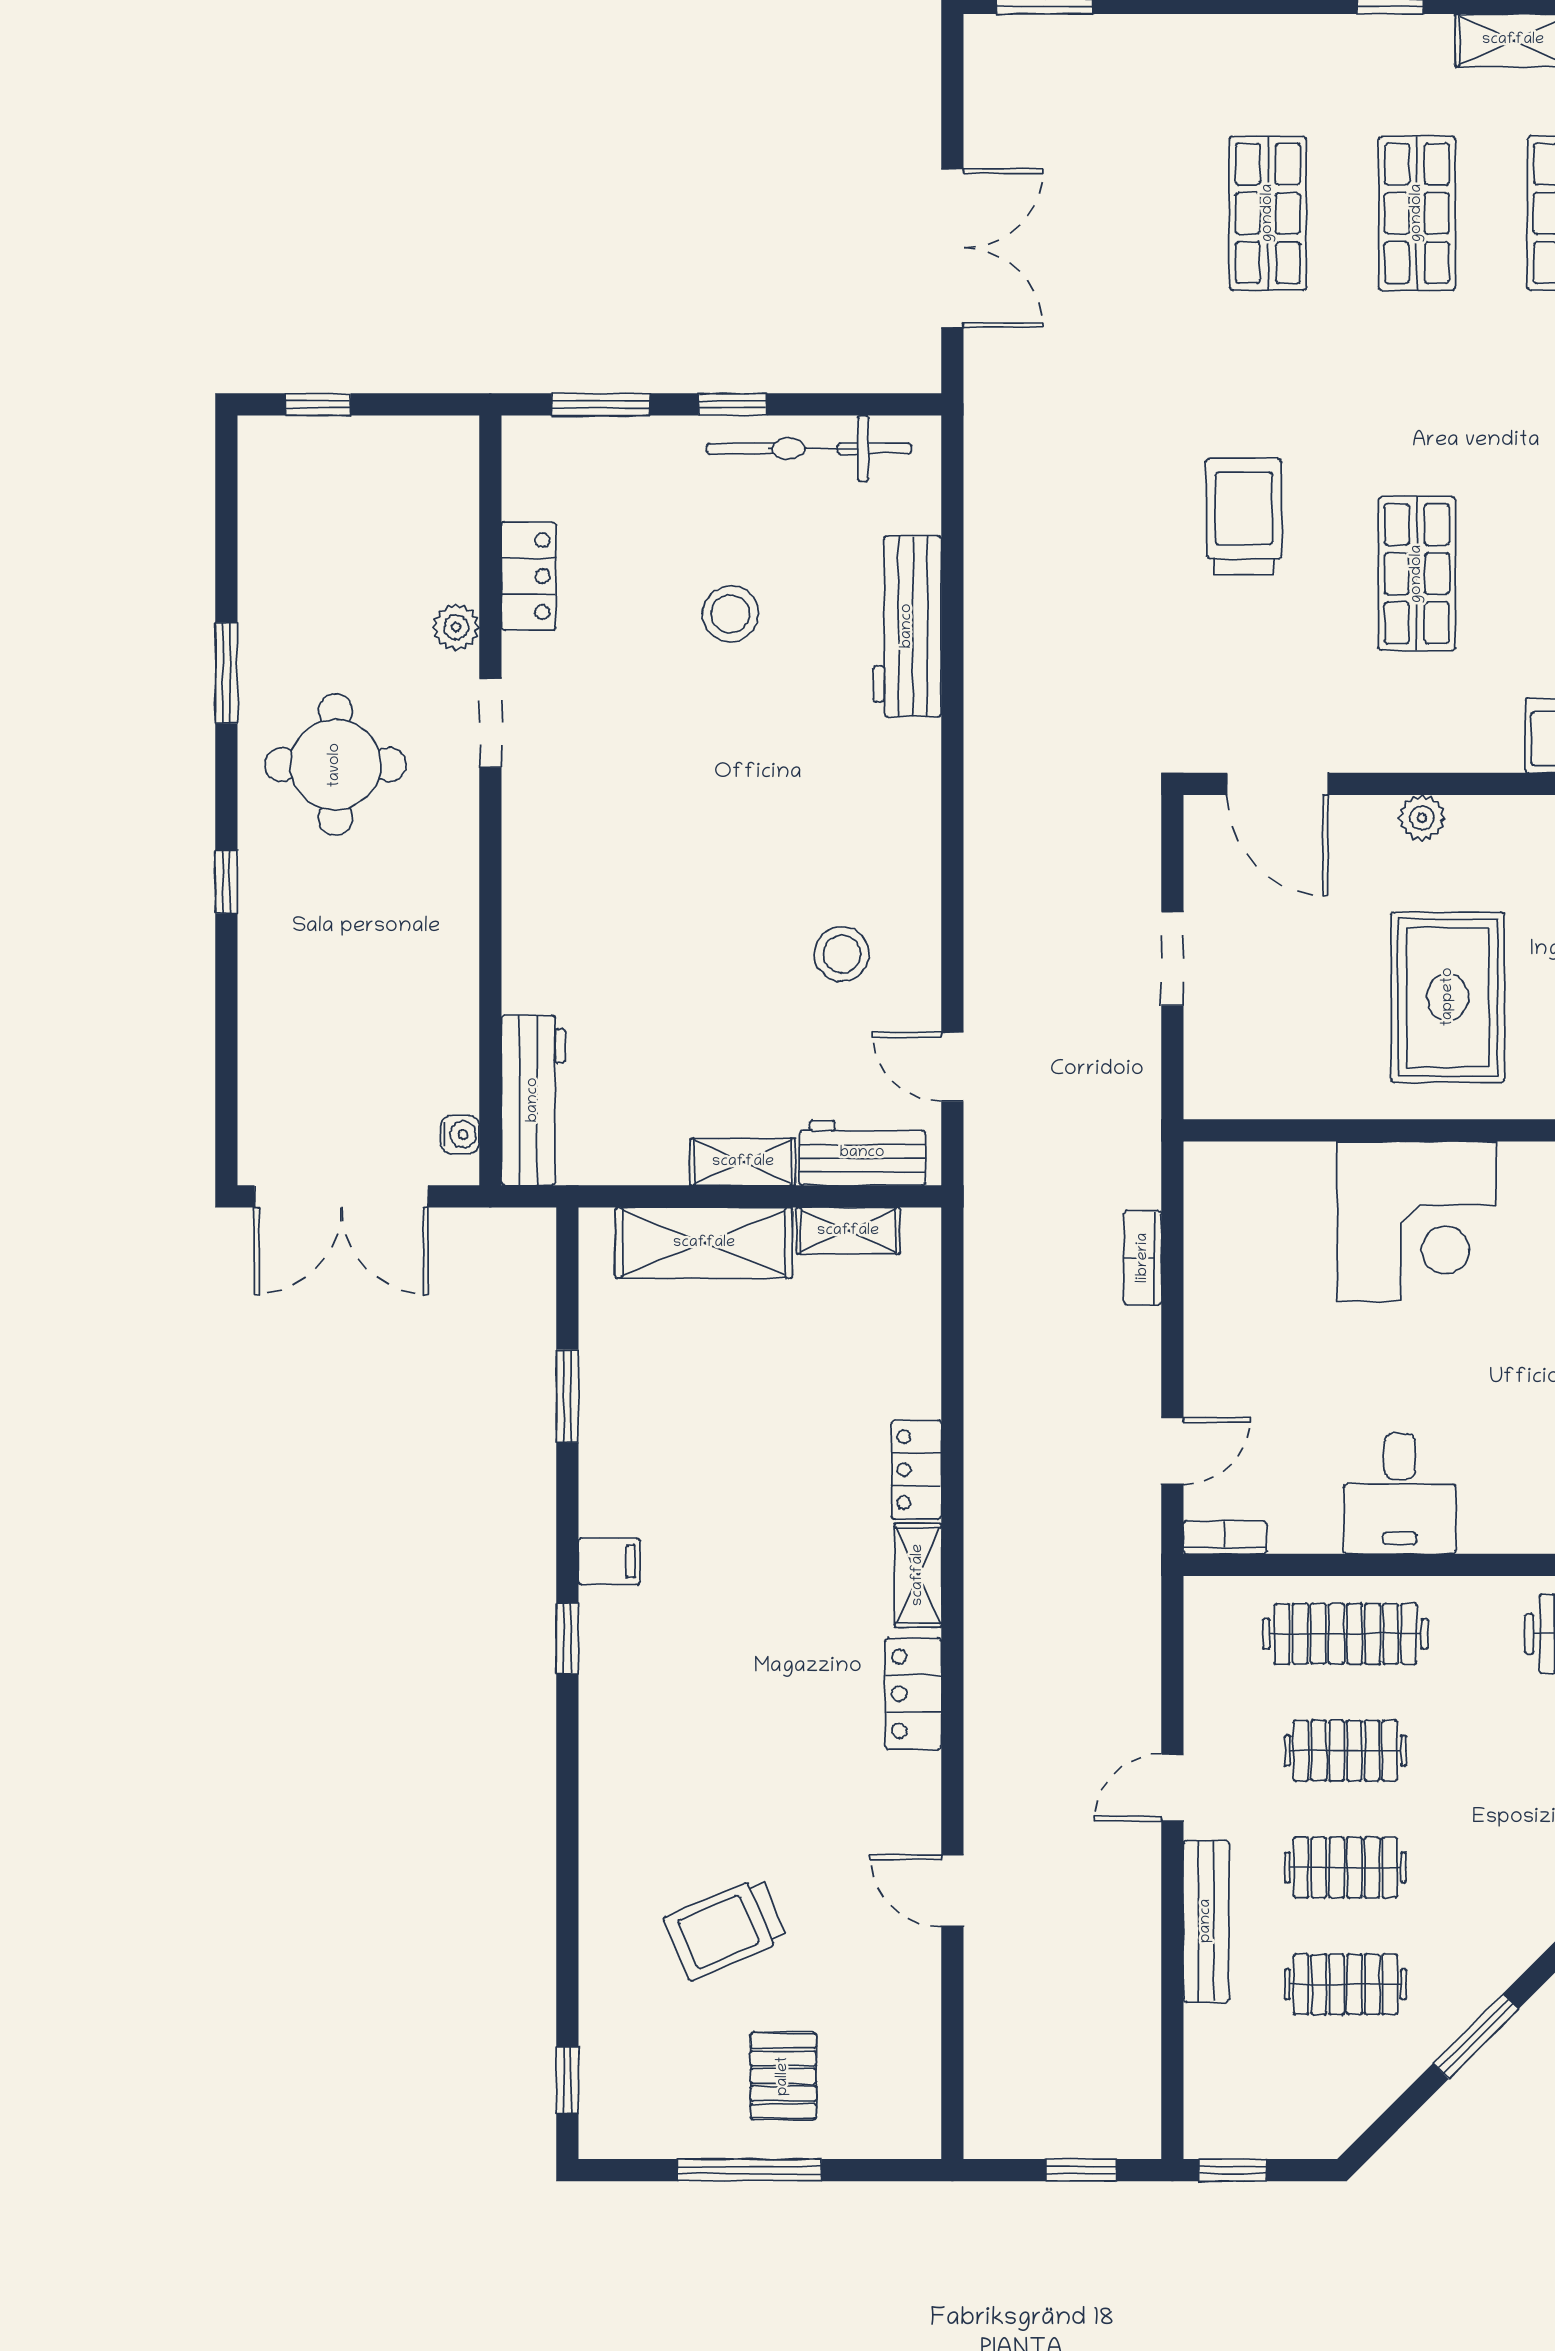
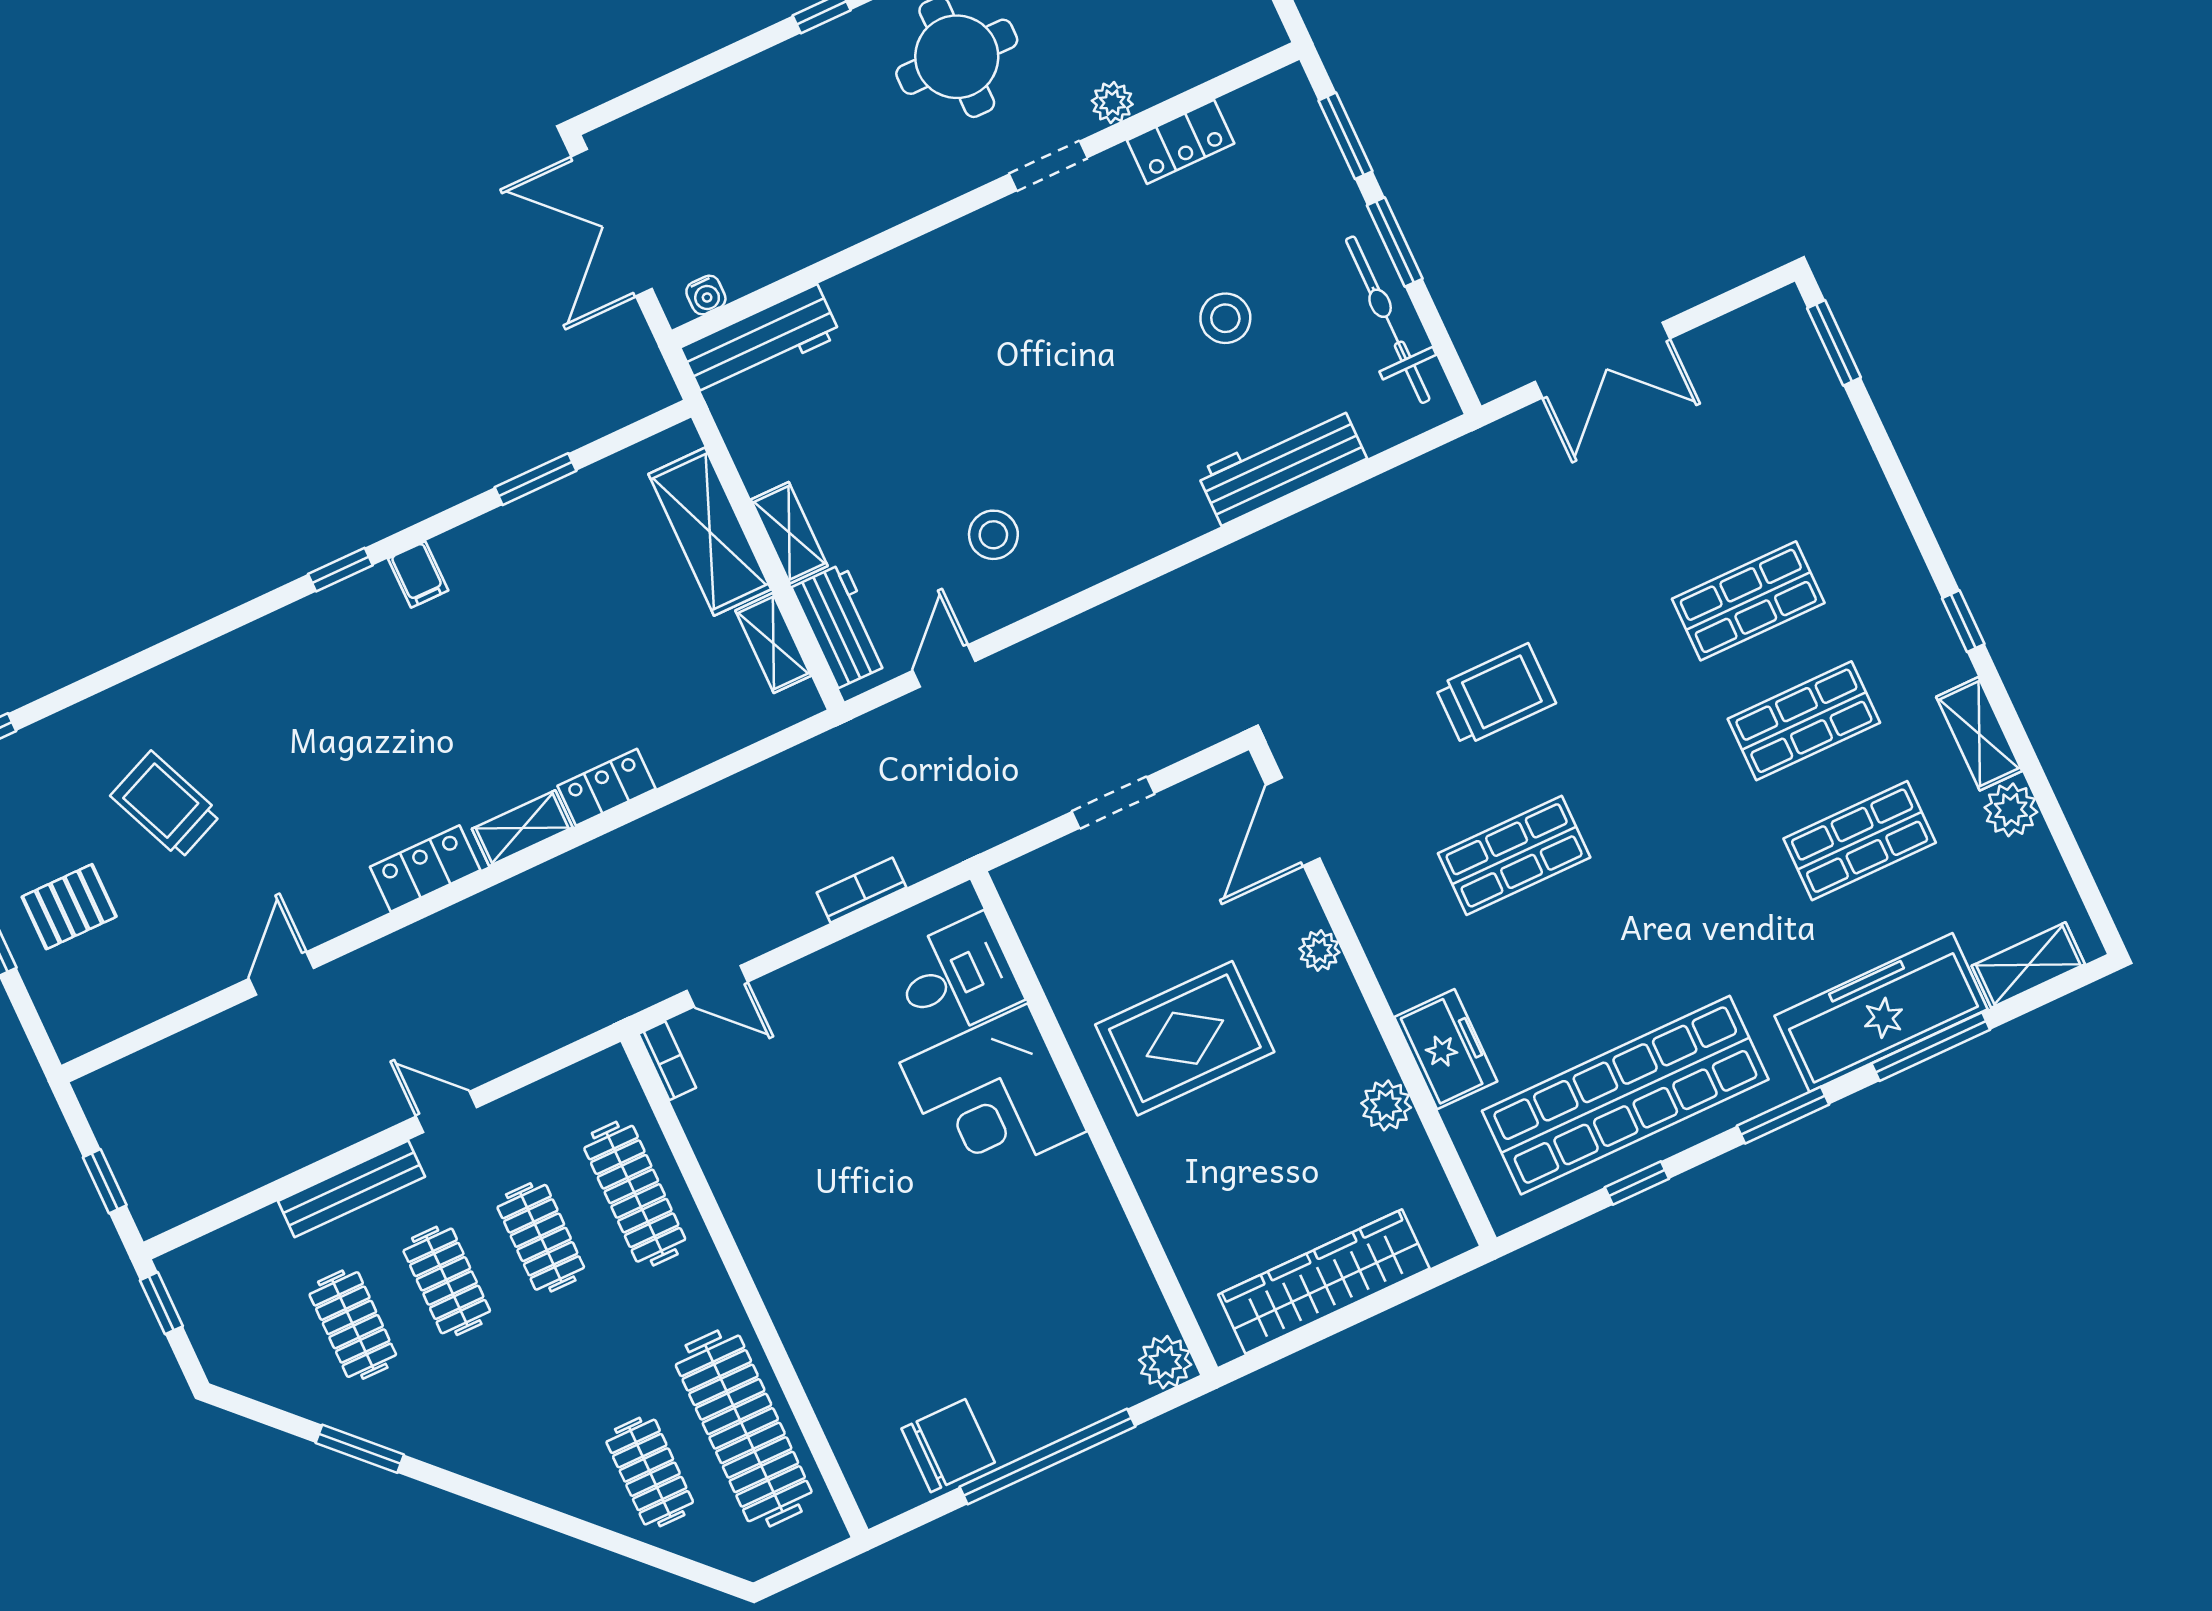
window: (733, 404) -> (1395, 242), width x1.50
desk: (1400, 1494) -> (957, 977), moved, turned 180

